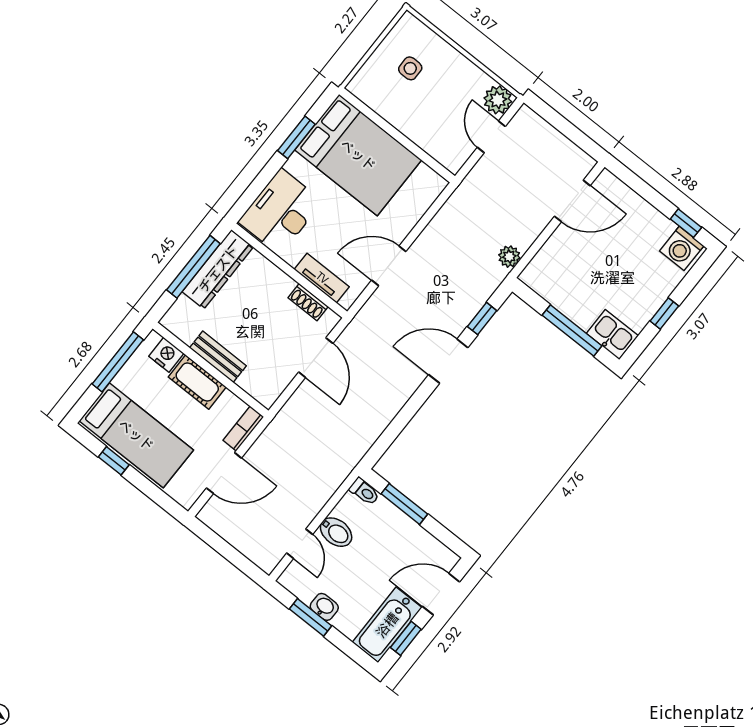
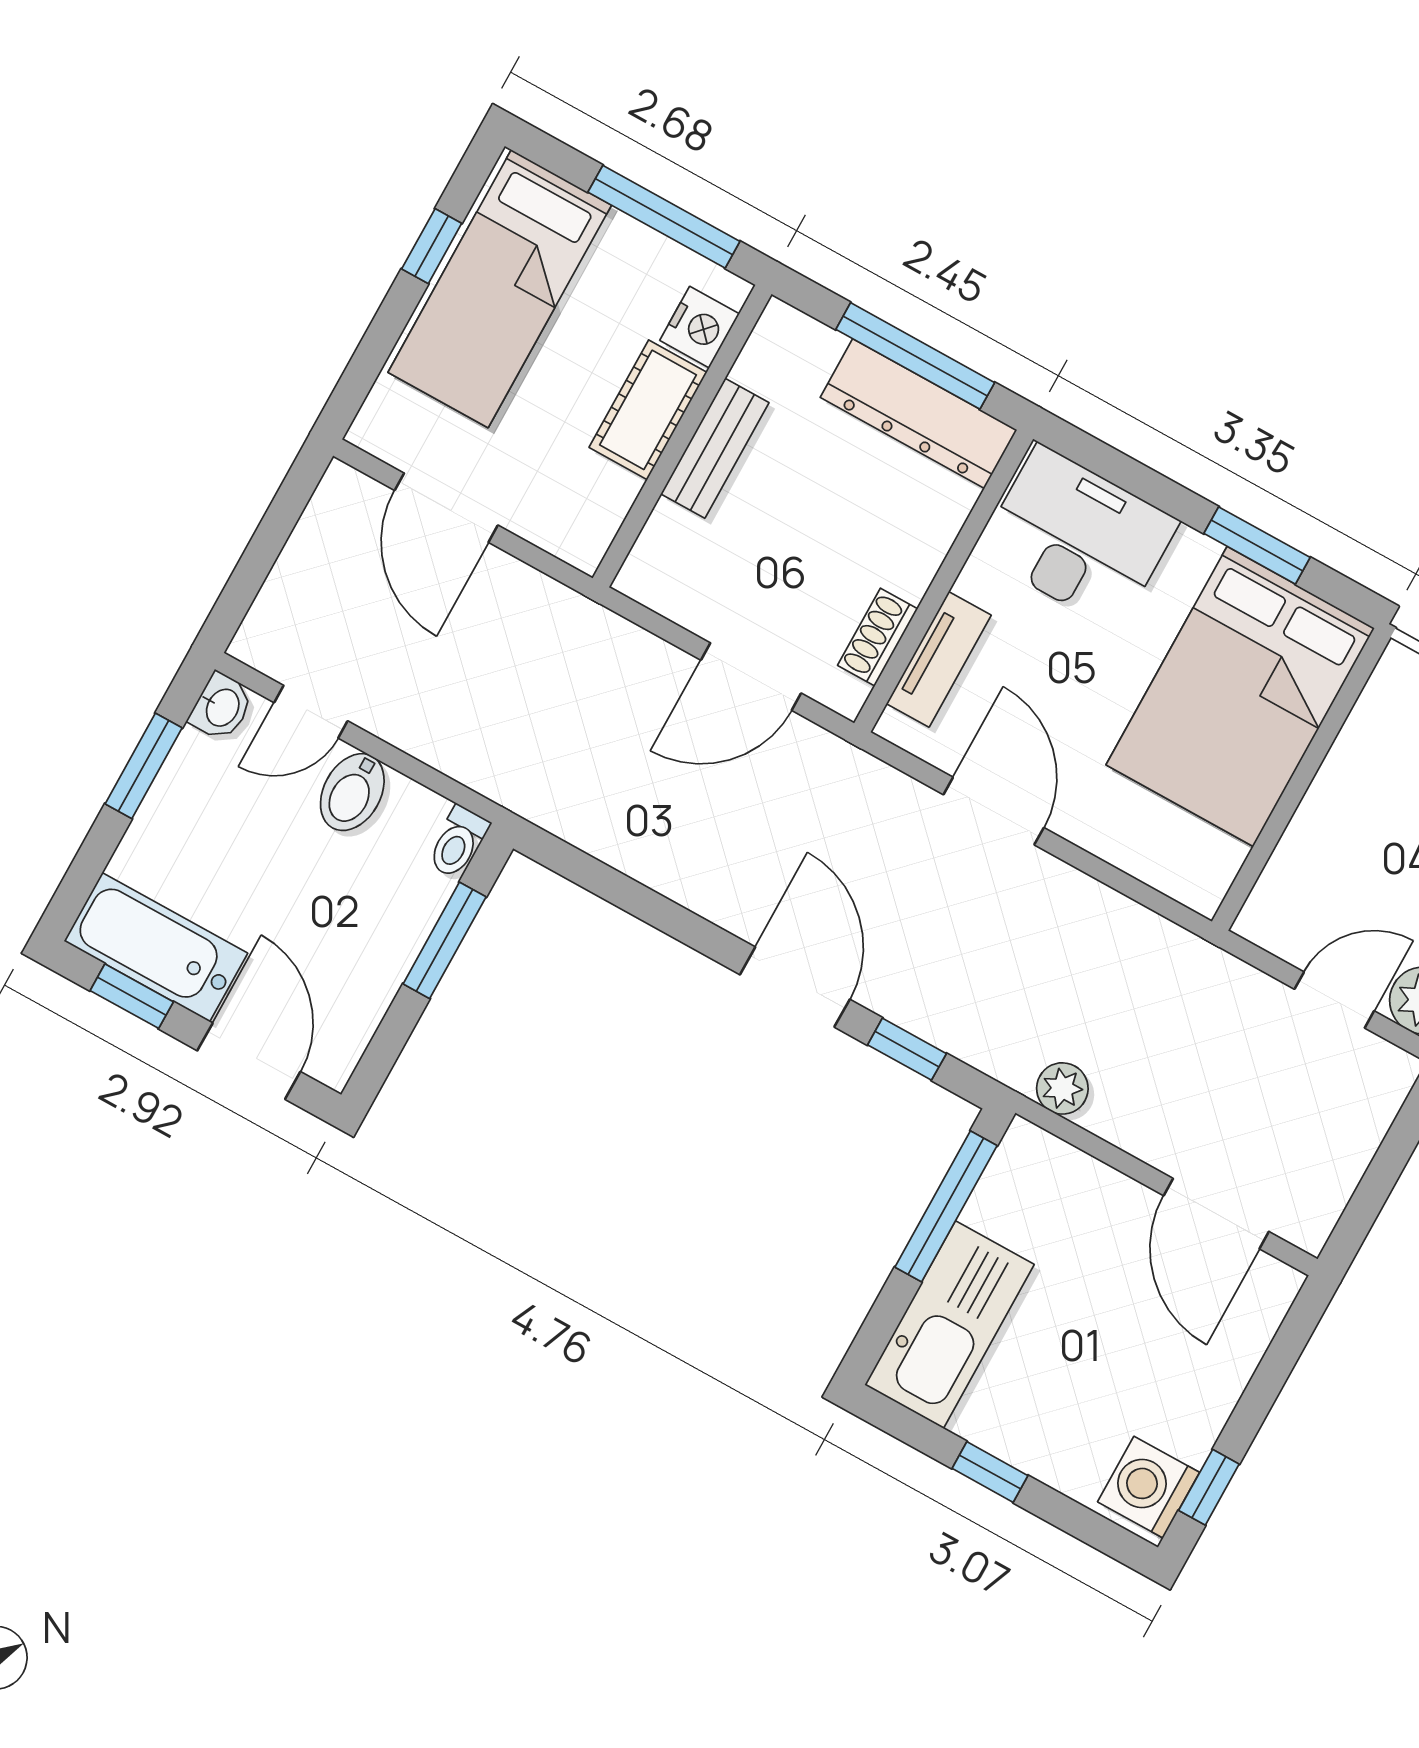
window: (572, 331) -> (946, 1206), moved
kitchen sink: (612, 335) -> (949, 1325), width x1.88, depth x1.24
bookcase: (243, 428) -> (558, 535), removed
washbasin: (324, 607) -> (221, 707), moved

